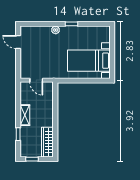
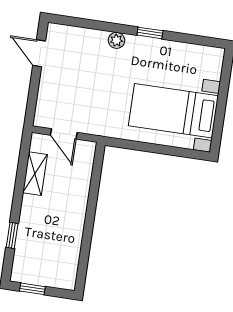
shelving: (25, 115) -> (35, 174), moved
wardrobe: (47, 142) -> (68, 260), removed

